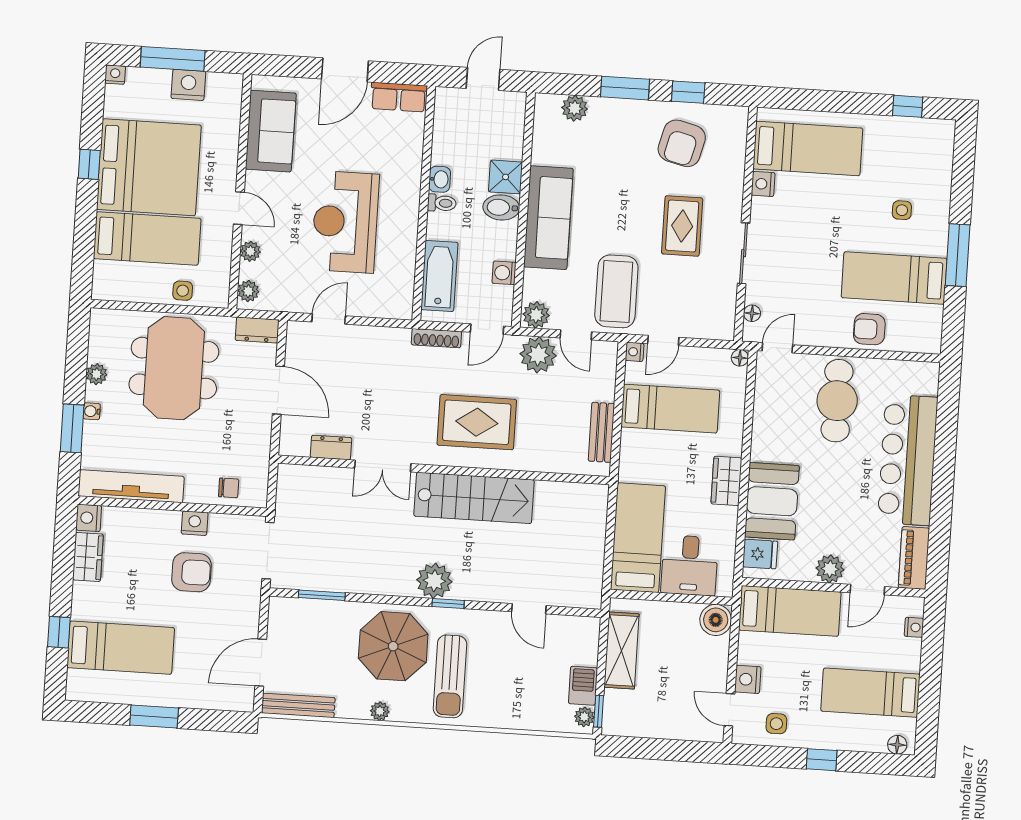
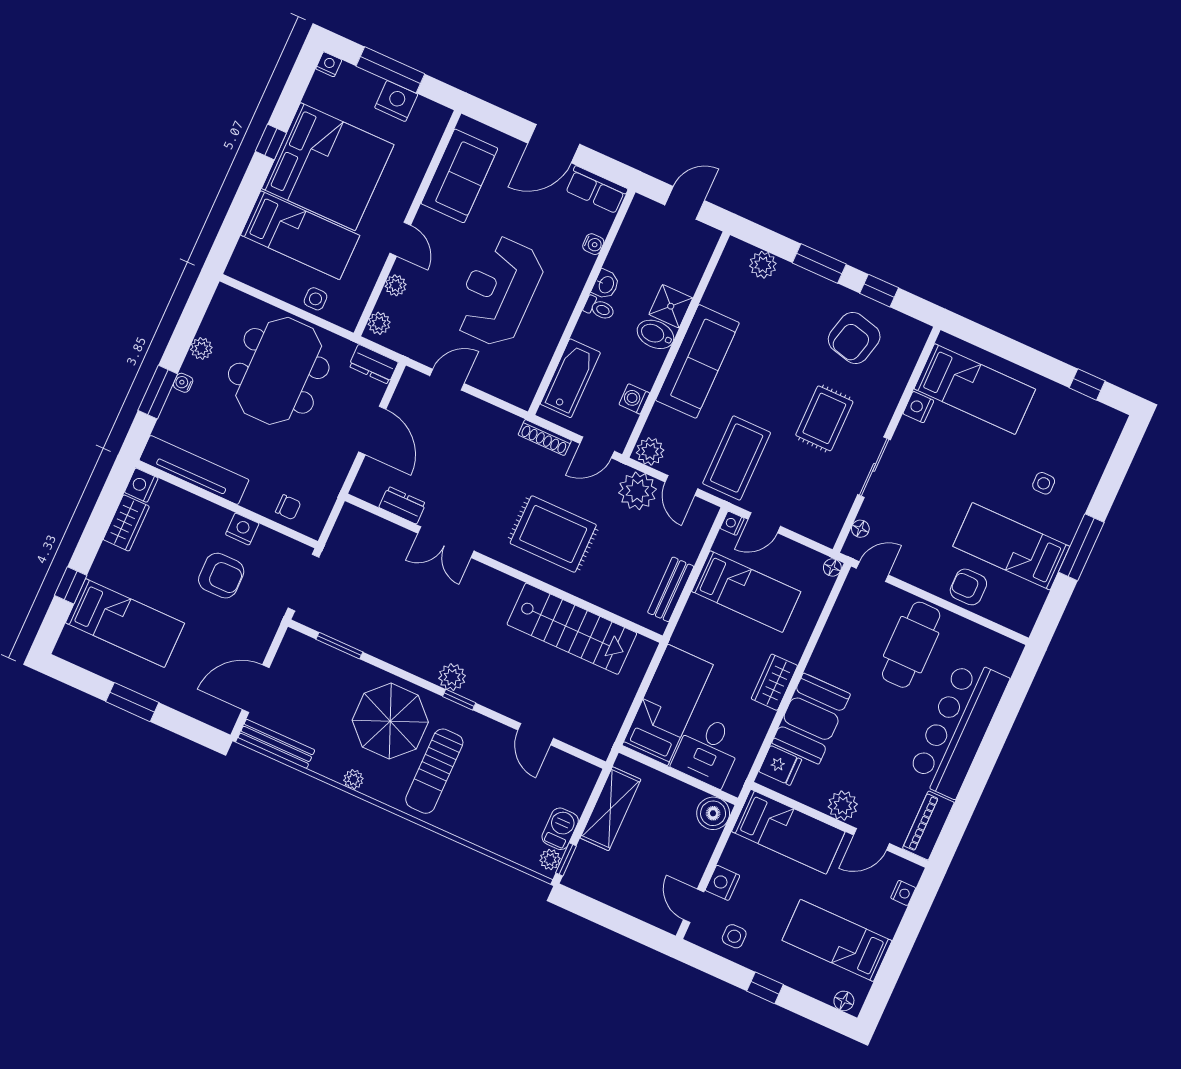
water cooler: (415, 147) -> (593, 244), added
stairs: (474, 498) -> (572, 629), moved
plant: (434, 581) -> (452, 677), width x0.73, depth x0.73

